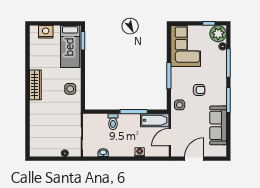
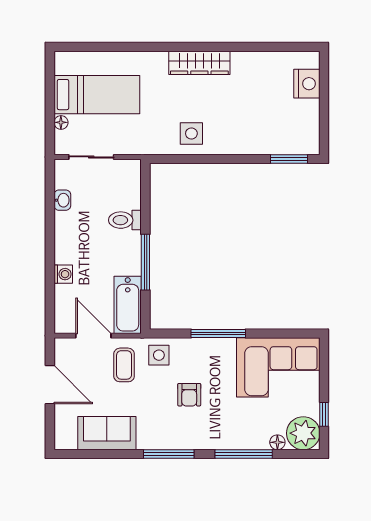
bed: (70, 47) -> (97, 95), moved, turned 180
coffee table: (184, 122) -> (124, 365), added
sofa: (218, 125) -> (107, 433), width x0.73

